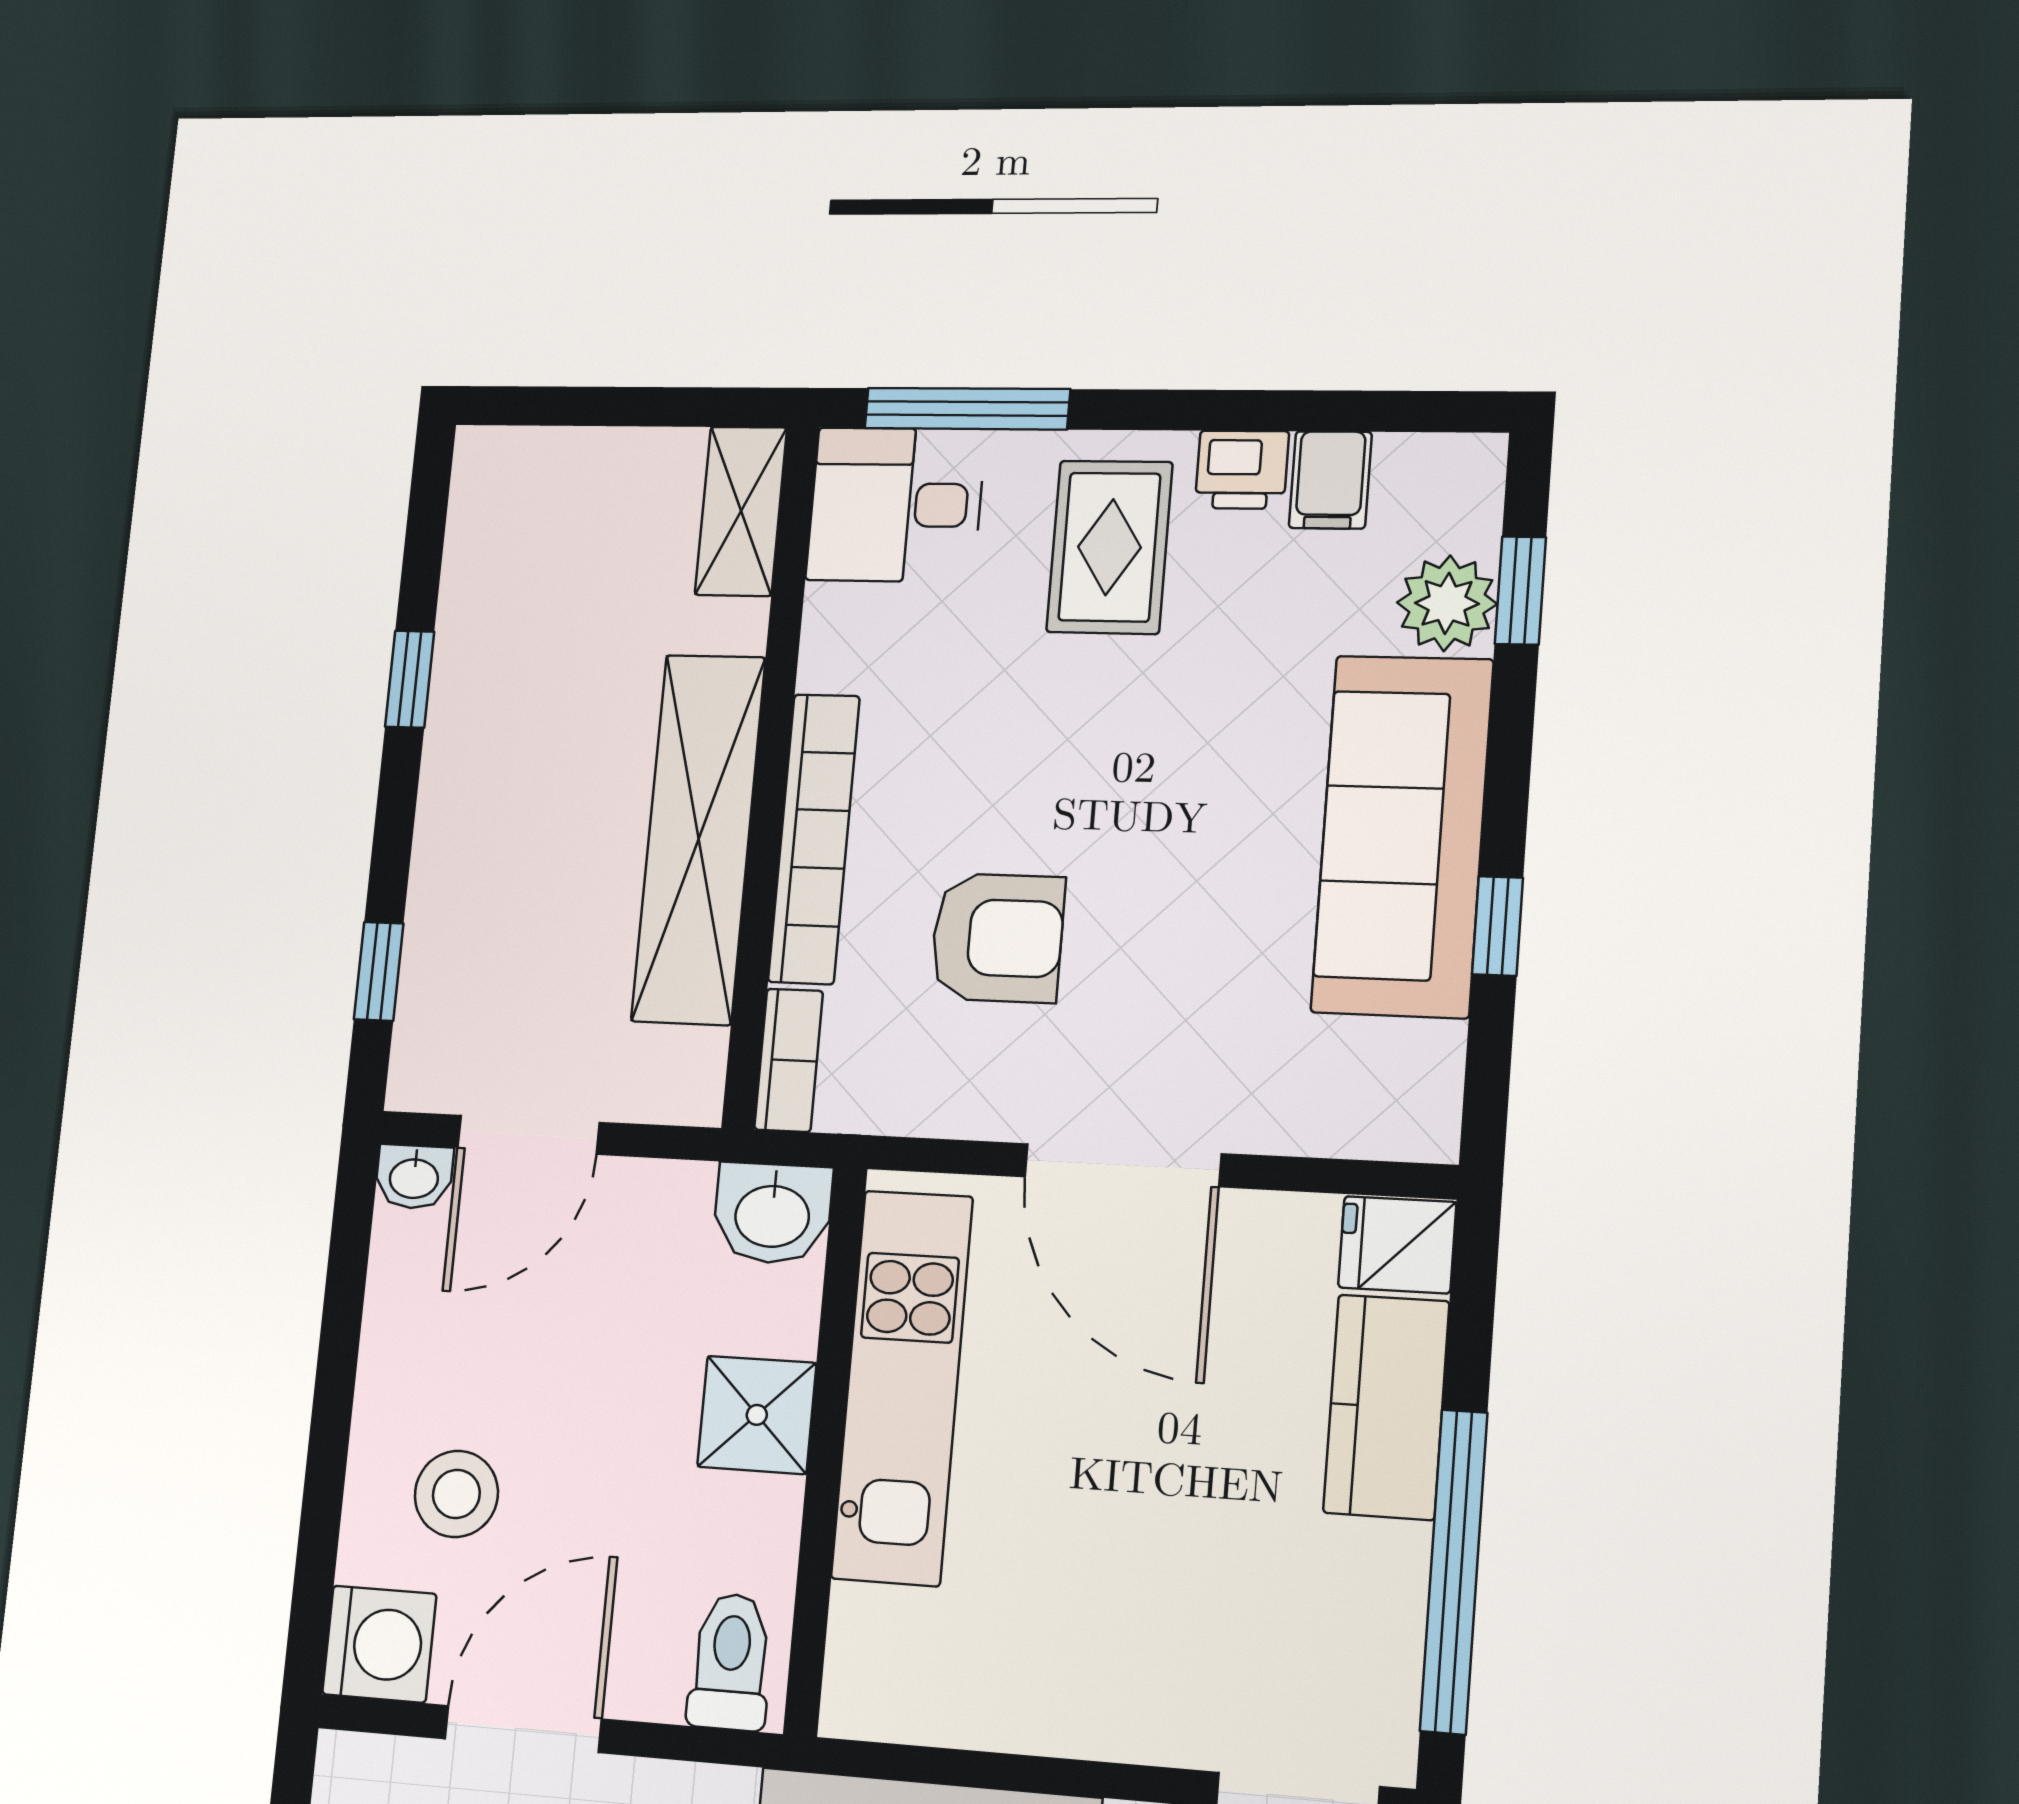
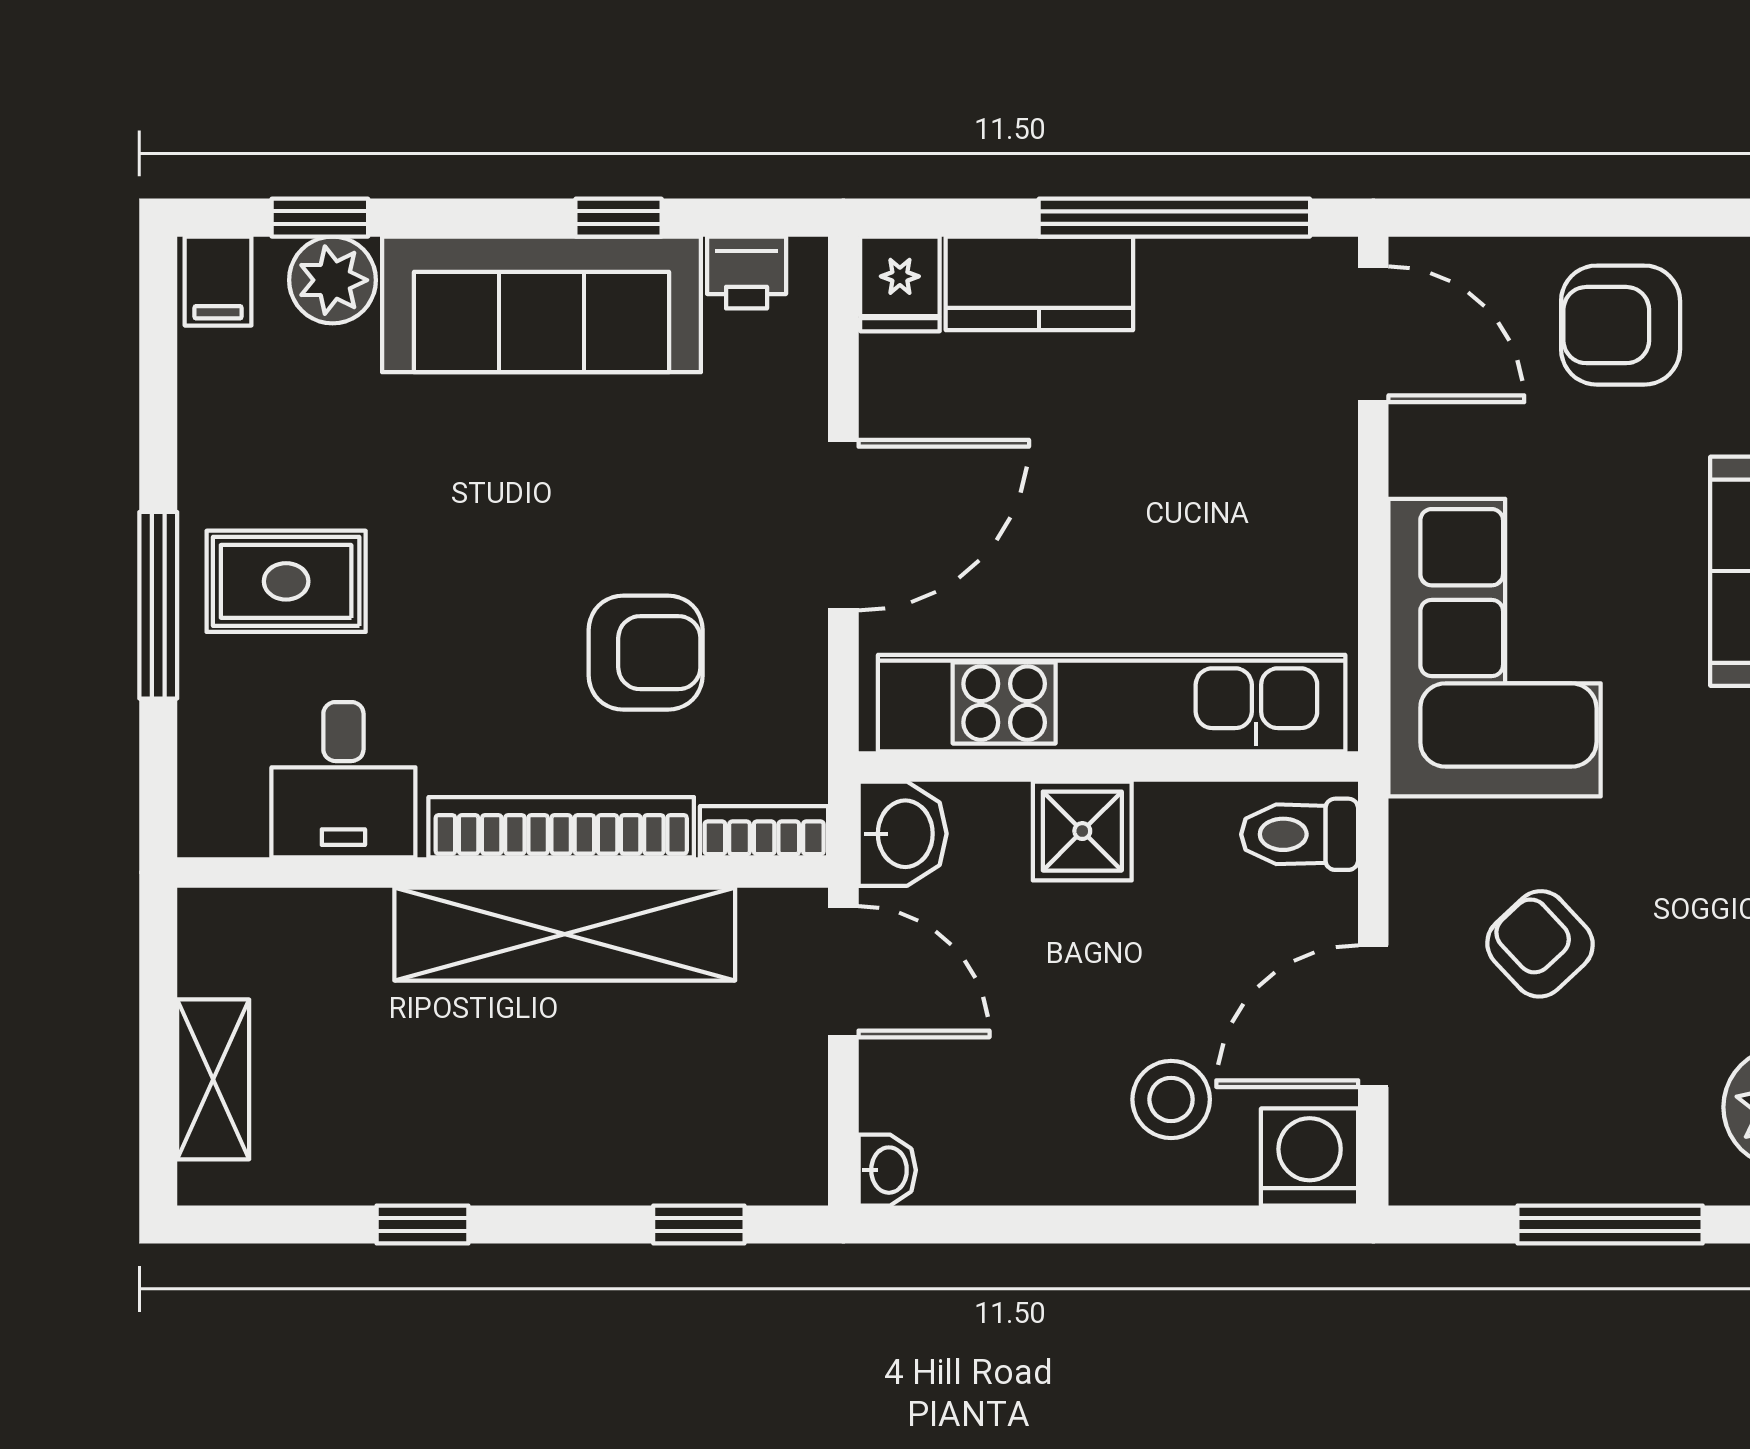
window: (967, 409) -> (158, 605), moved
printer: (1242, 470) -> (747, 272), moved, turned 90
filing cabinet: (1330, 480) -> (218, 281), moved, turned 90
desk: (896, 505) -> (343, 780), moved
shelving: (741, 511) -> (213, 1079), moved, turned 90
armchair: (997, 938) -> (646, 653), turned 90
door: (528, 1135) -> (843, 972), moved
kitchen unit: (902, 1387) -> (1112, 703), width x1.36
door: (523, 1729) -> (1373, 1016), hinge flipped

